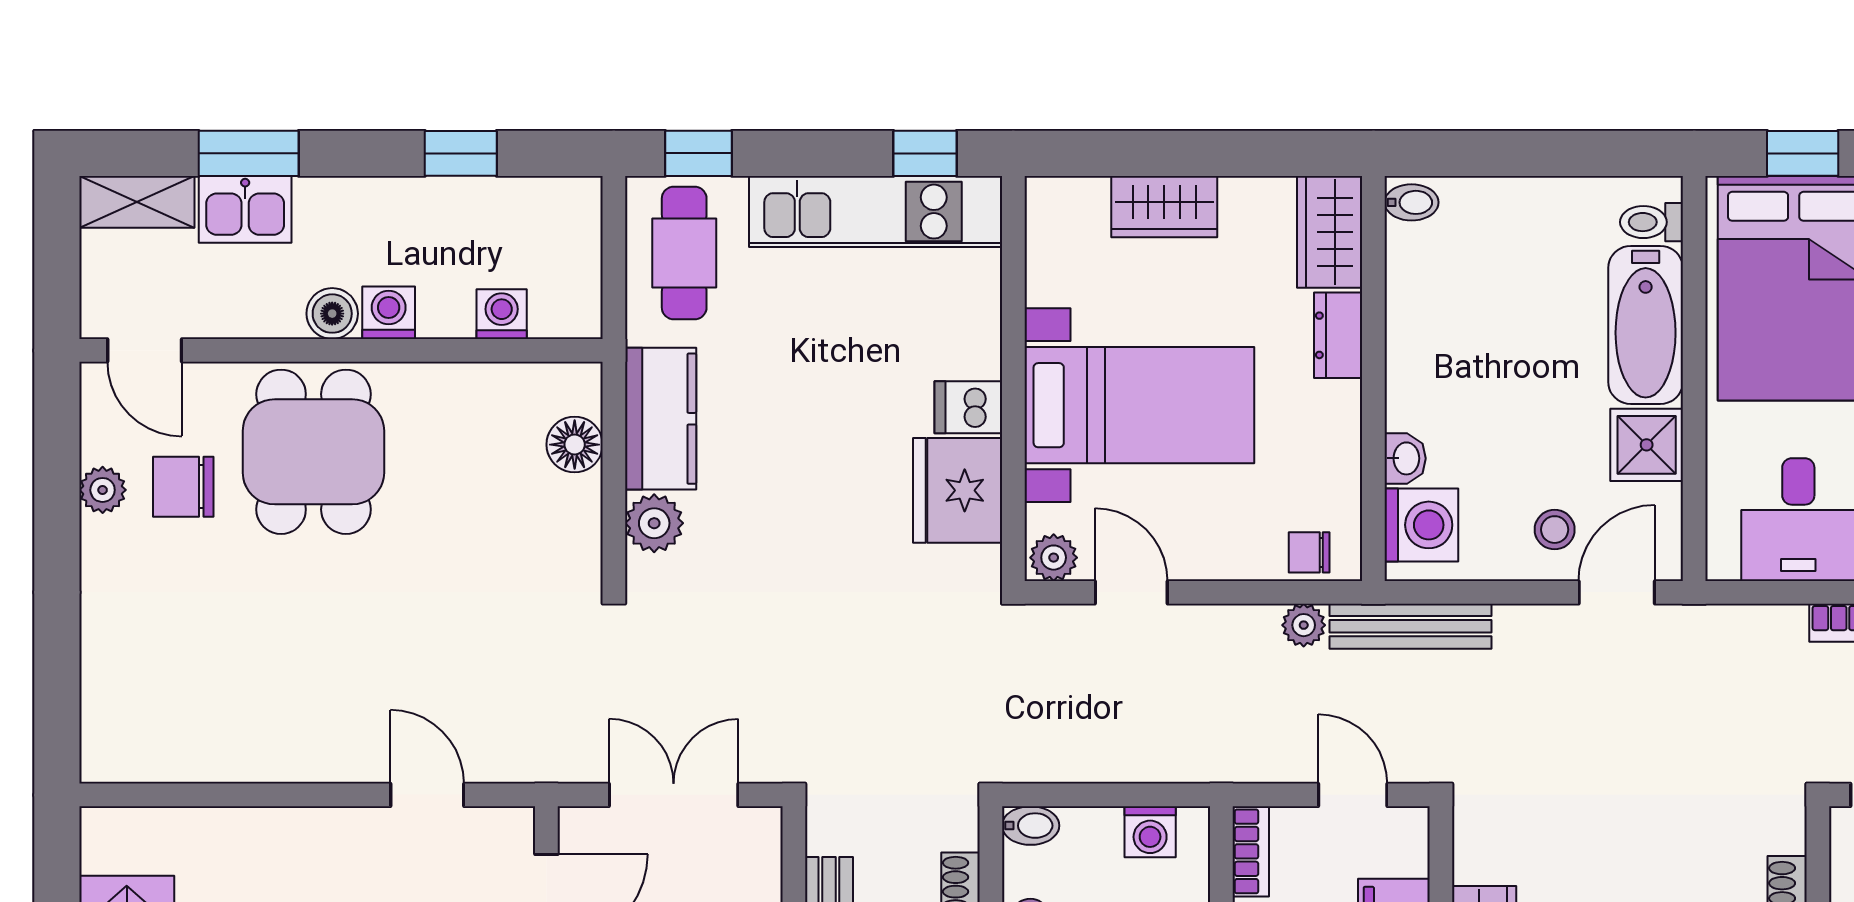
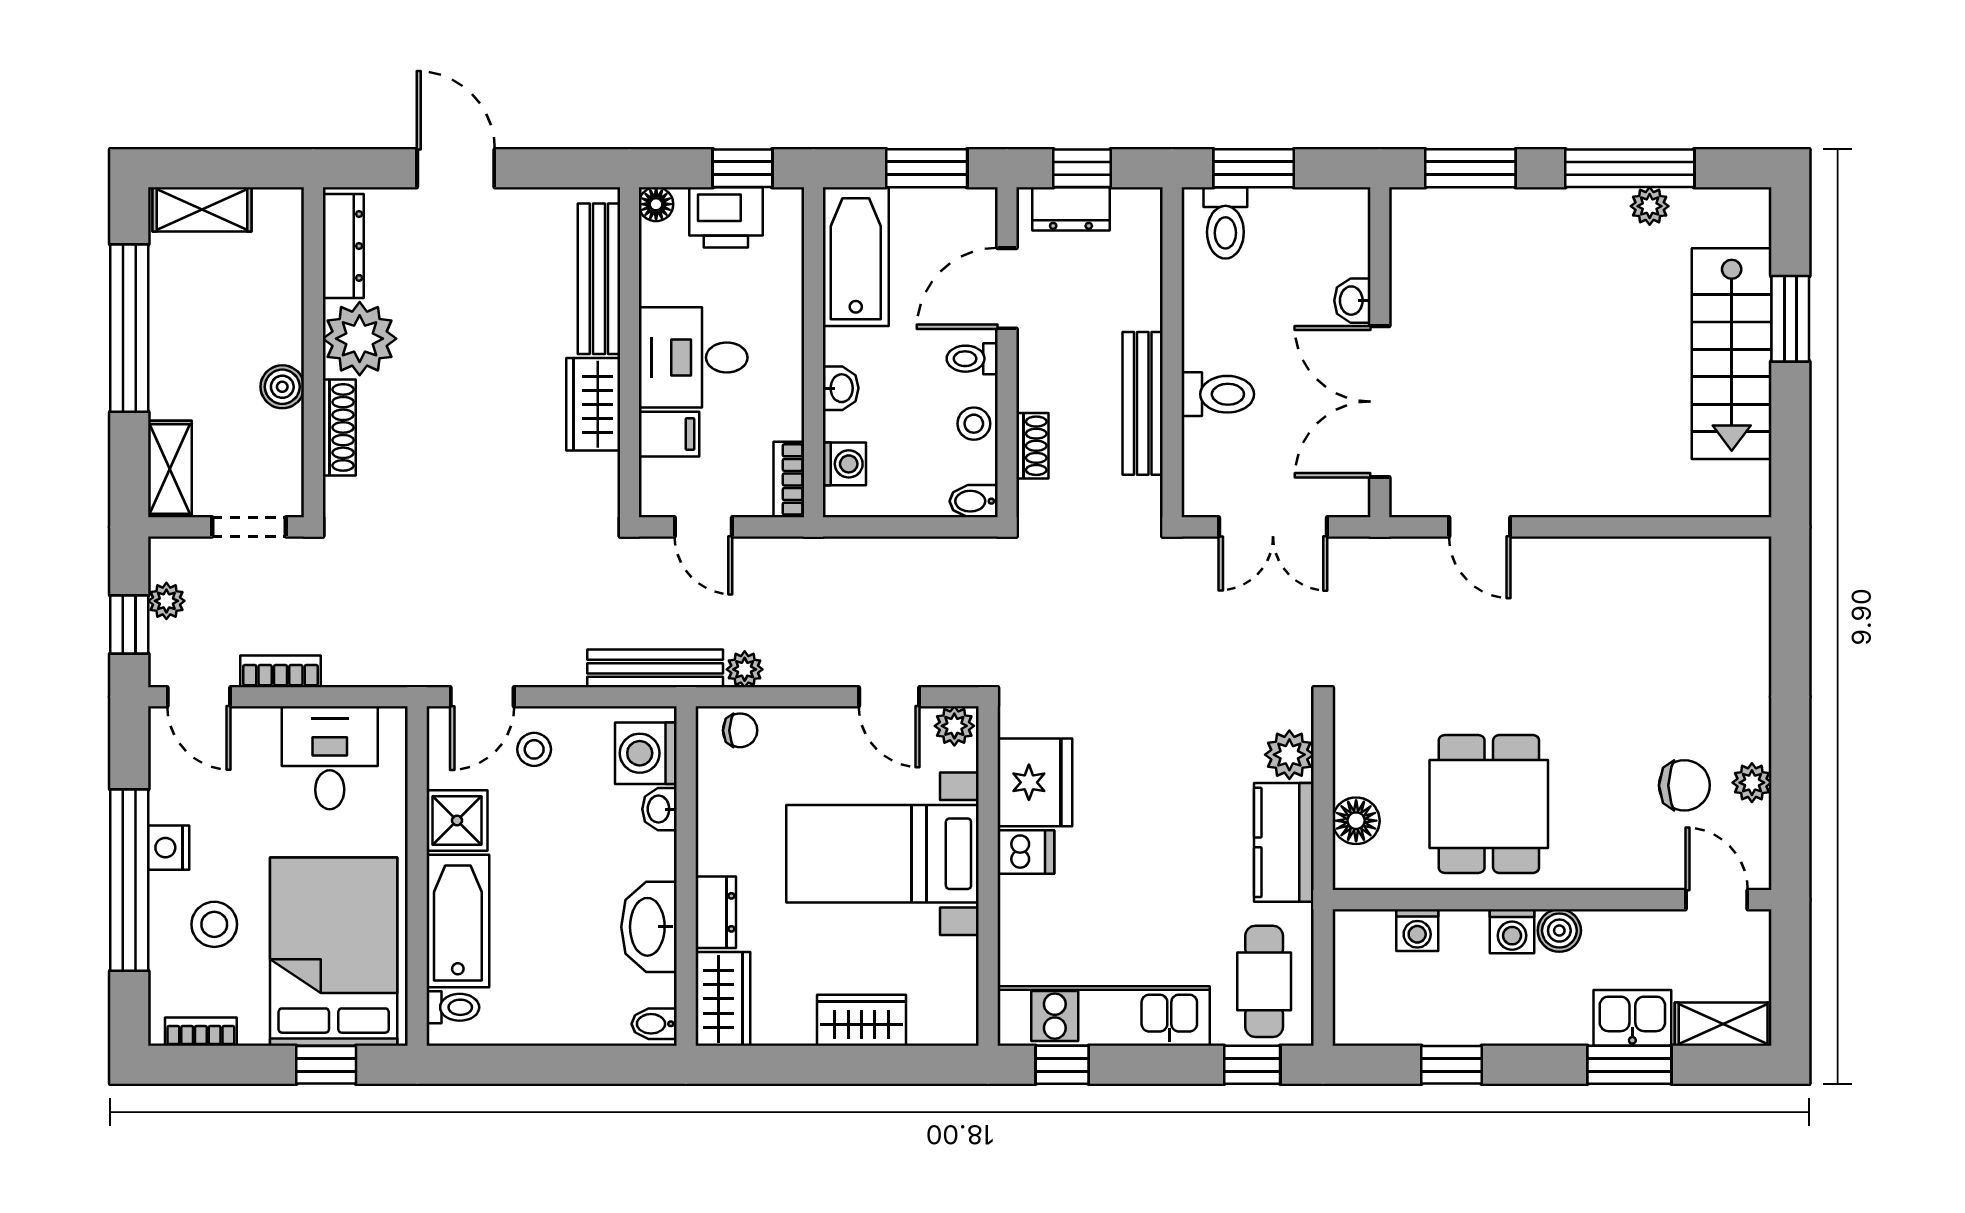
washbasin: (1418, 318) -> (649, 927), added
dining table: (313, 452) -> (1489, 804), moved
washing machine: (1150, 832) -> (844, 464), moved, turned 90

